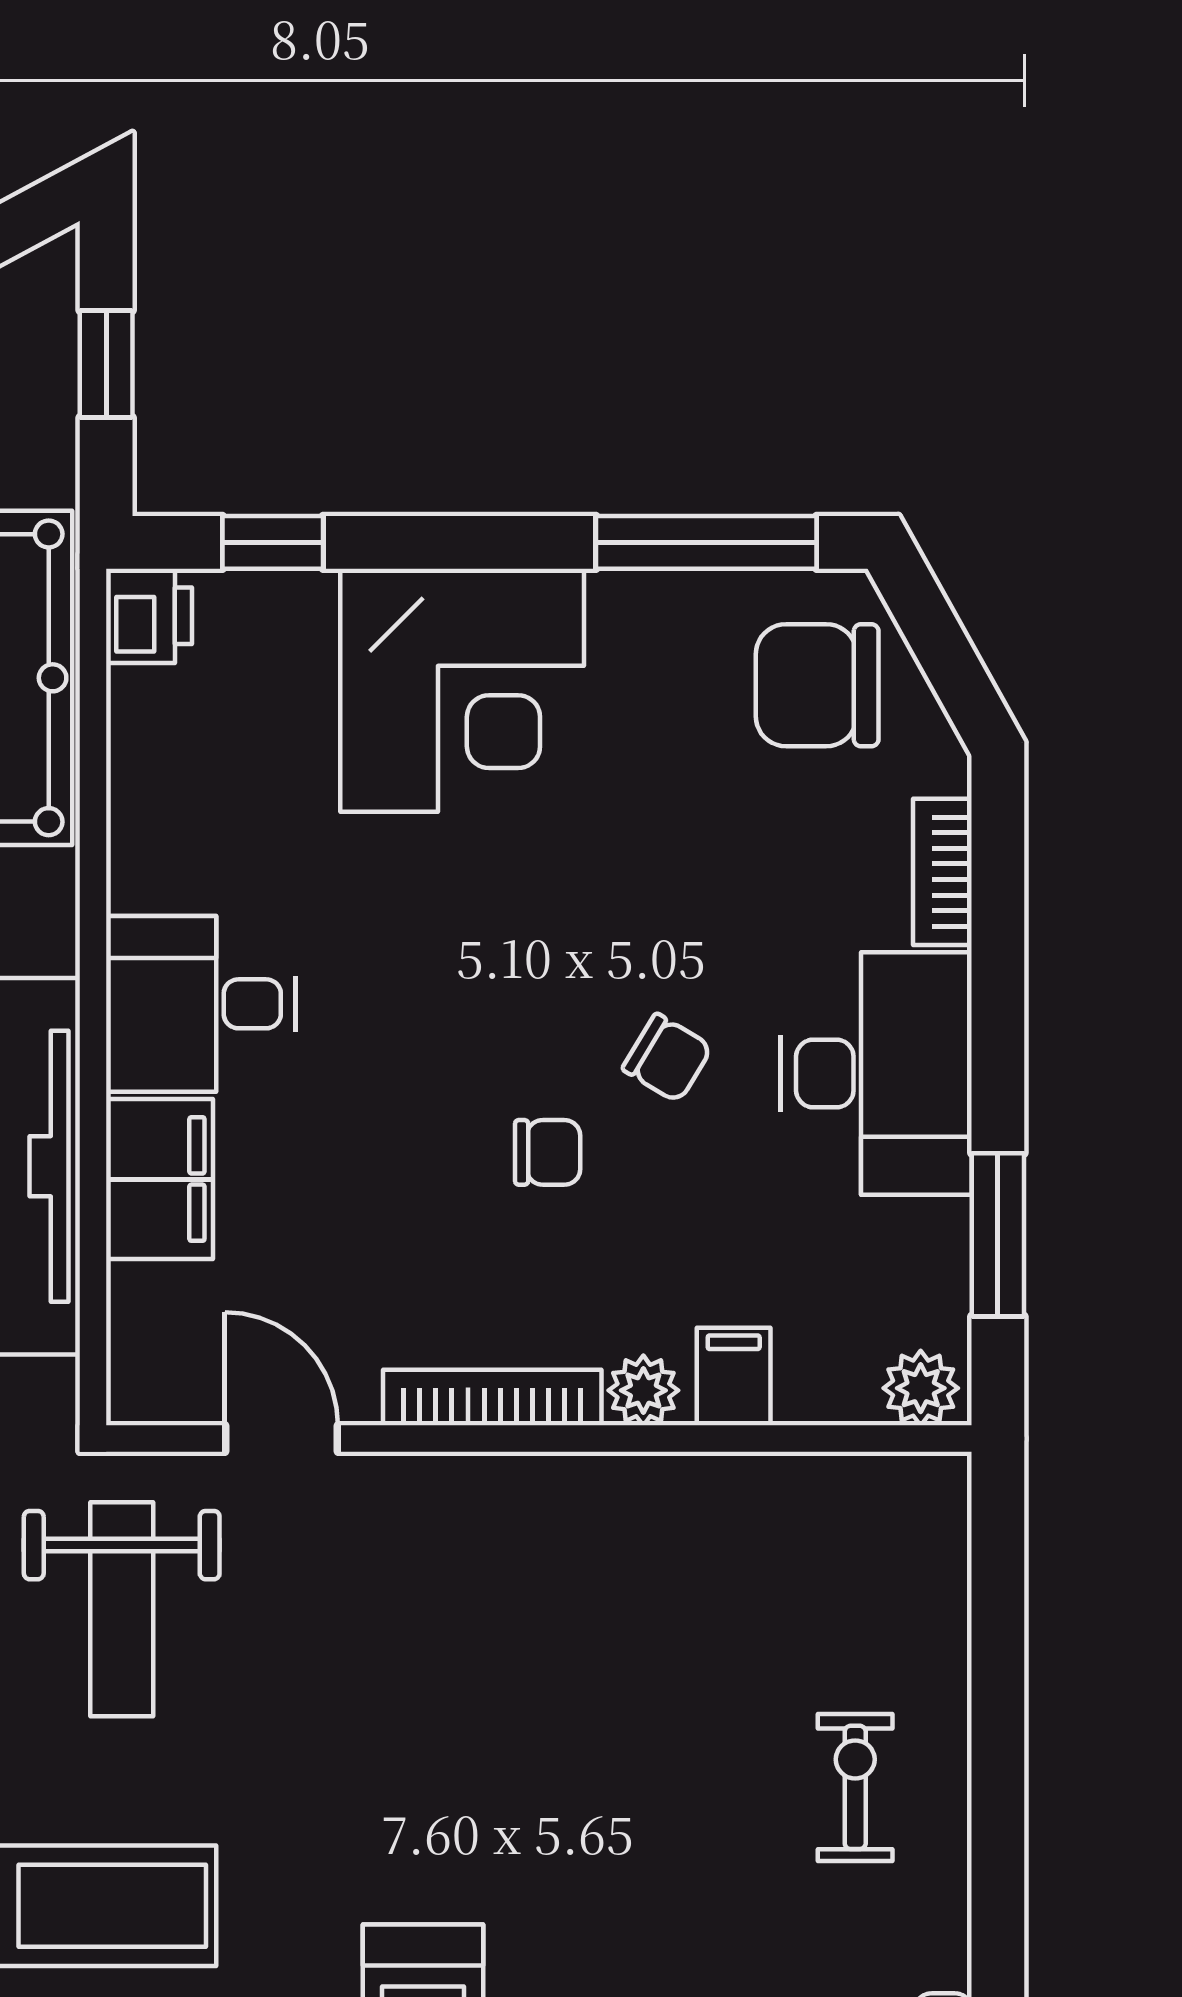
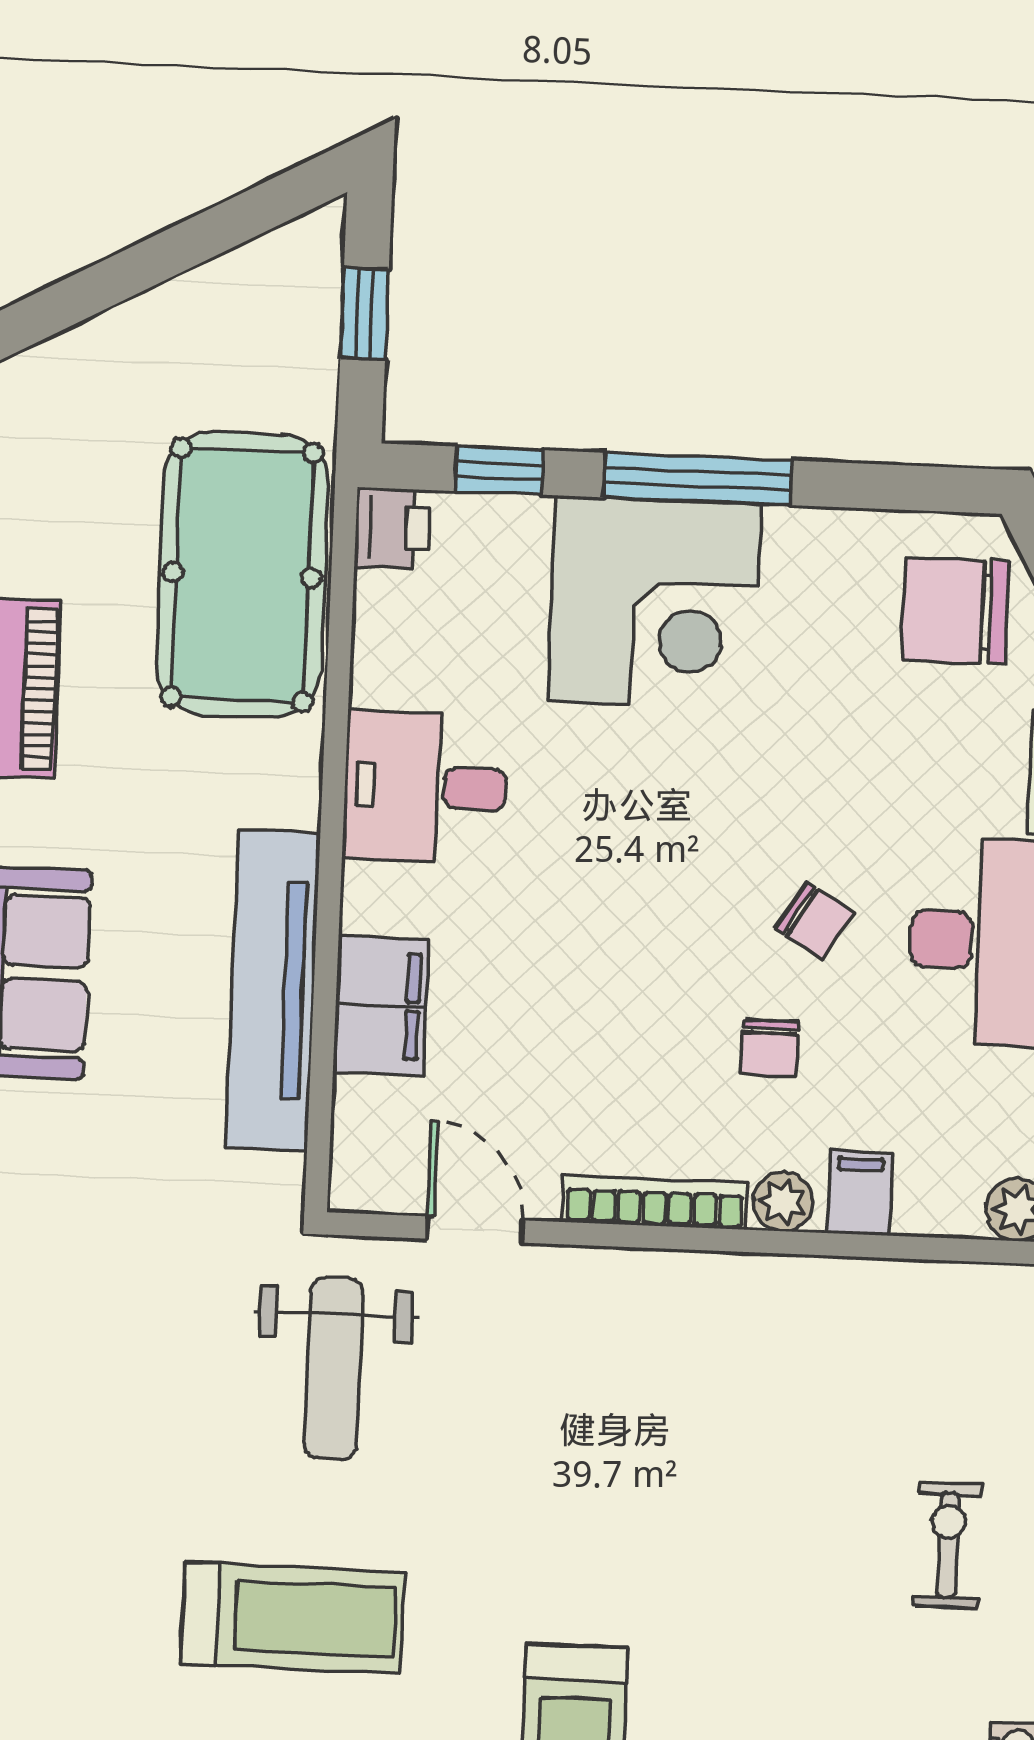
window: (706, 542) -> (698, 479), moved
desk: (201, 1004) -> (425, 787), moved
chair: (548, 1152) -> (770, 1048), moved, turned 90

